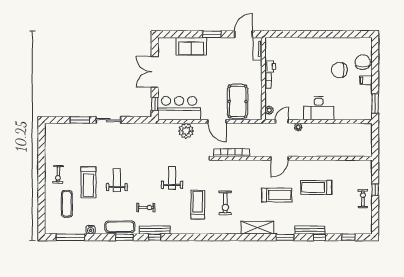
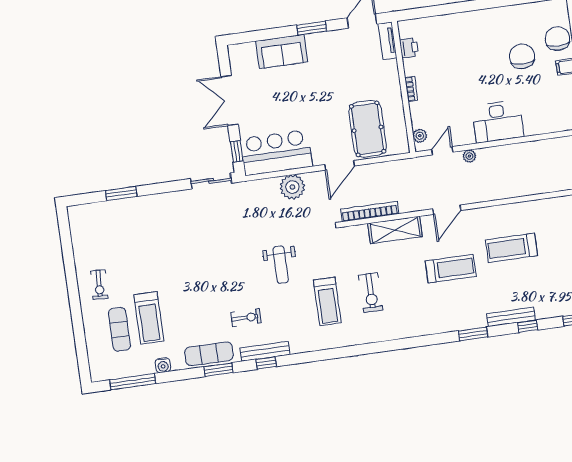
printer: (270, 66) -> (409, 48), moved
chair: (339, 70) -> (522, 56), turned 90
sliding door: (108, 120) -> (211, 181), moved
door: (217, 122) -> (340, 165), hinge flipped
weight bench: (172, 178) -> (281, 265), turned 180
weight bench: (117, 180) -> (194, 281), removed
treadmill: (88, 182) -> (149, 318), moved
treadmill: (198, 205) -> (327, 301), turned 180
shelving: (257, 228) -> (395, 230), moved

